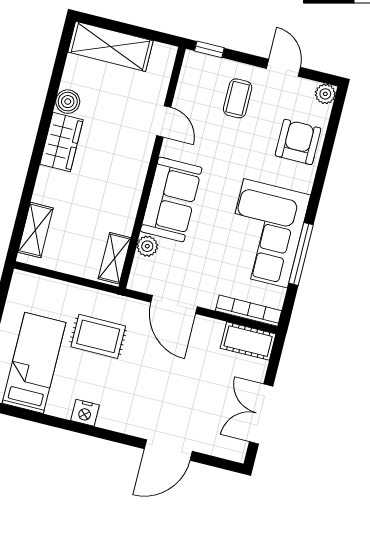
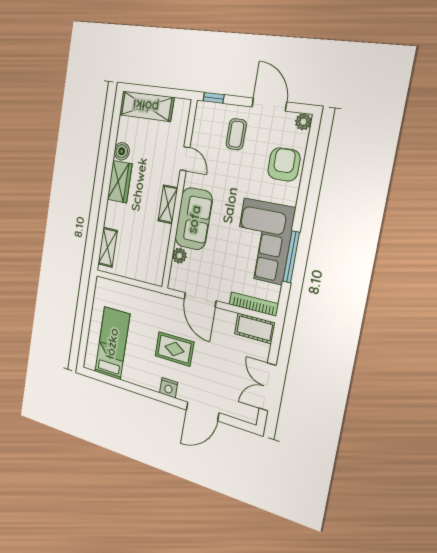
door: (283, 68) -> (269, 105), width x1.38
shelving: (115, 258) -> (168, 204), moved
rug: (98, 336) -> (174, 349), moved
nightstand: (85, 413) -> (169, 388), moved

